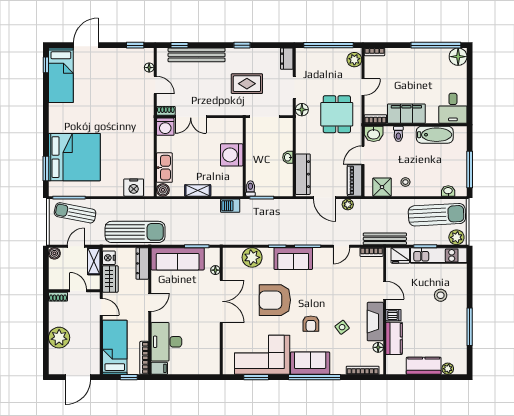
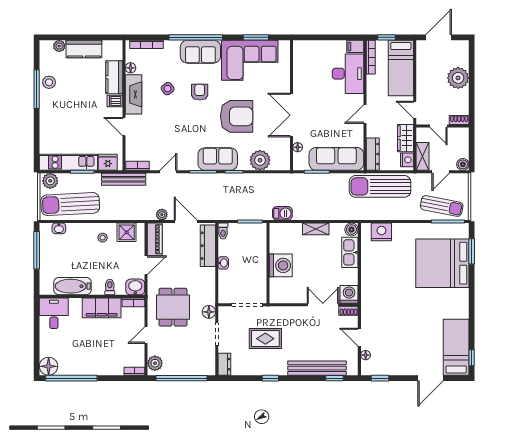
toilet: (250, 188) -> (223, 231), moved
stool: (441, 295) -> (49, 82), moved

